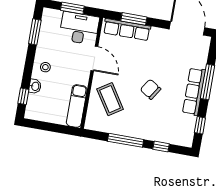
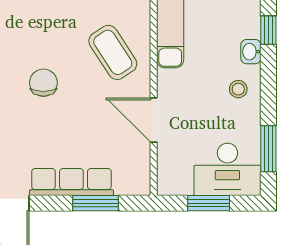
desk: (79, 28) -> (227, 169), moved
row of seats: (127, 30) -> (71, 182), moved
chair: (151, 89) -> (43, 83), turned -123

